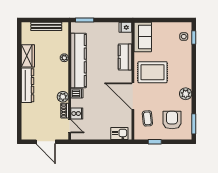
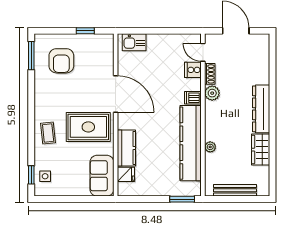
fridge: (125, 27) -> (126, 174), moved
plant: (186, 94) -> (43, 97), removed
coffee table: (147, 118) -> (48, 133), moved

